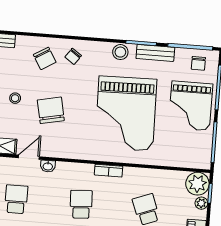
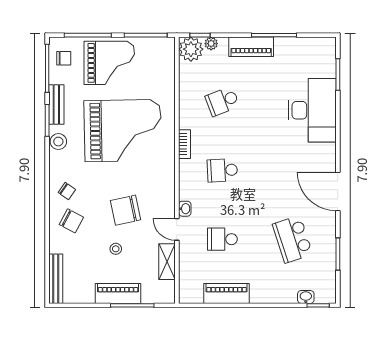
chair: (45, 58) -> (71, 221), turned 59

